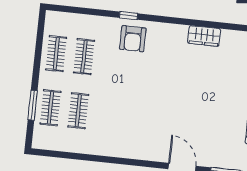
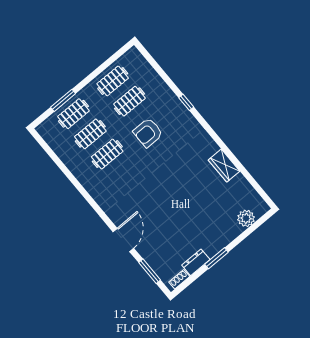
armchair: (133, 39) -> (148, 133), moved
clothes rail: (106, 114) -> (107, 154), added

